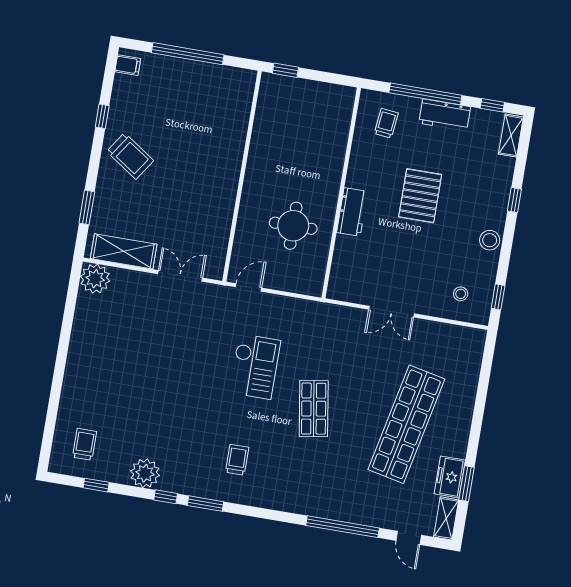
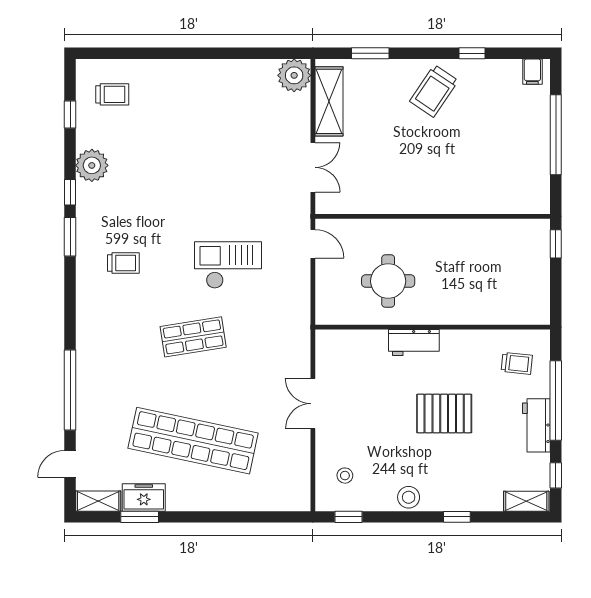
checkout: (255, 367) -> (228, 265), turned 180

